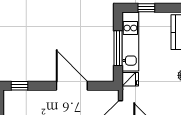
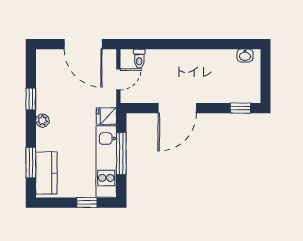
door: (72, 86) -> (177, 108), hinge flipped

